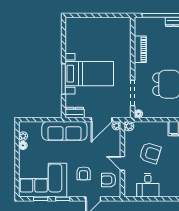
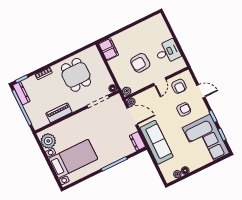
plant: (118, 25) -> (48, 141), added
bed with nightstands: (89, 74) -> (73, 159), moved, turned 90
armchair: (150, 153) -> (140, 63), turned -111

